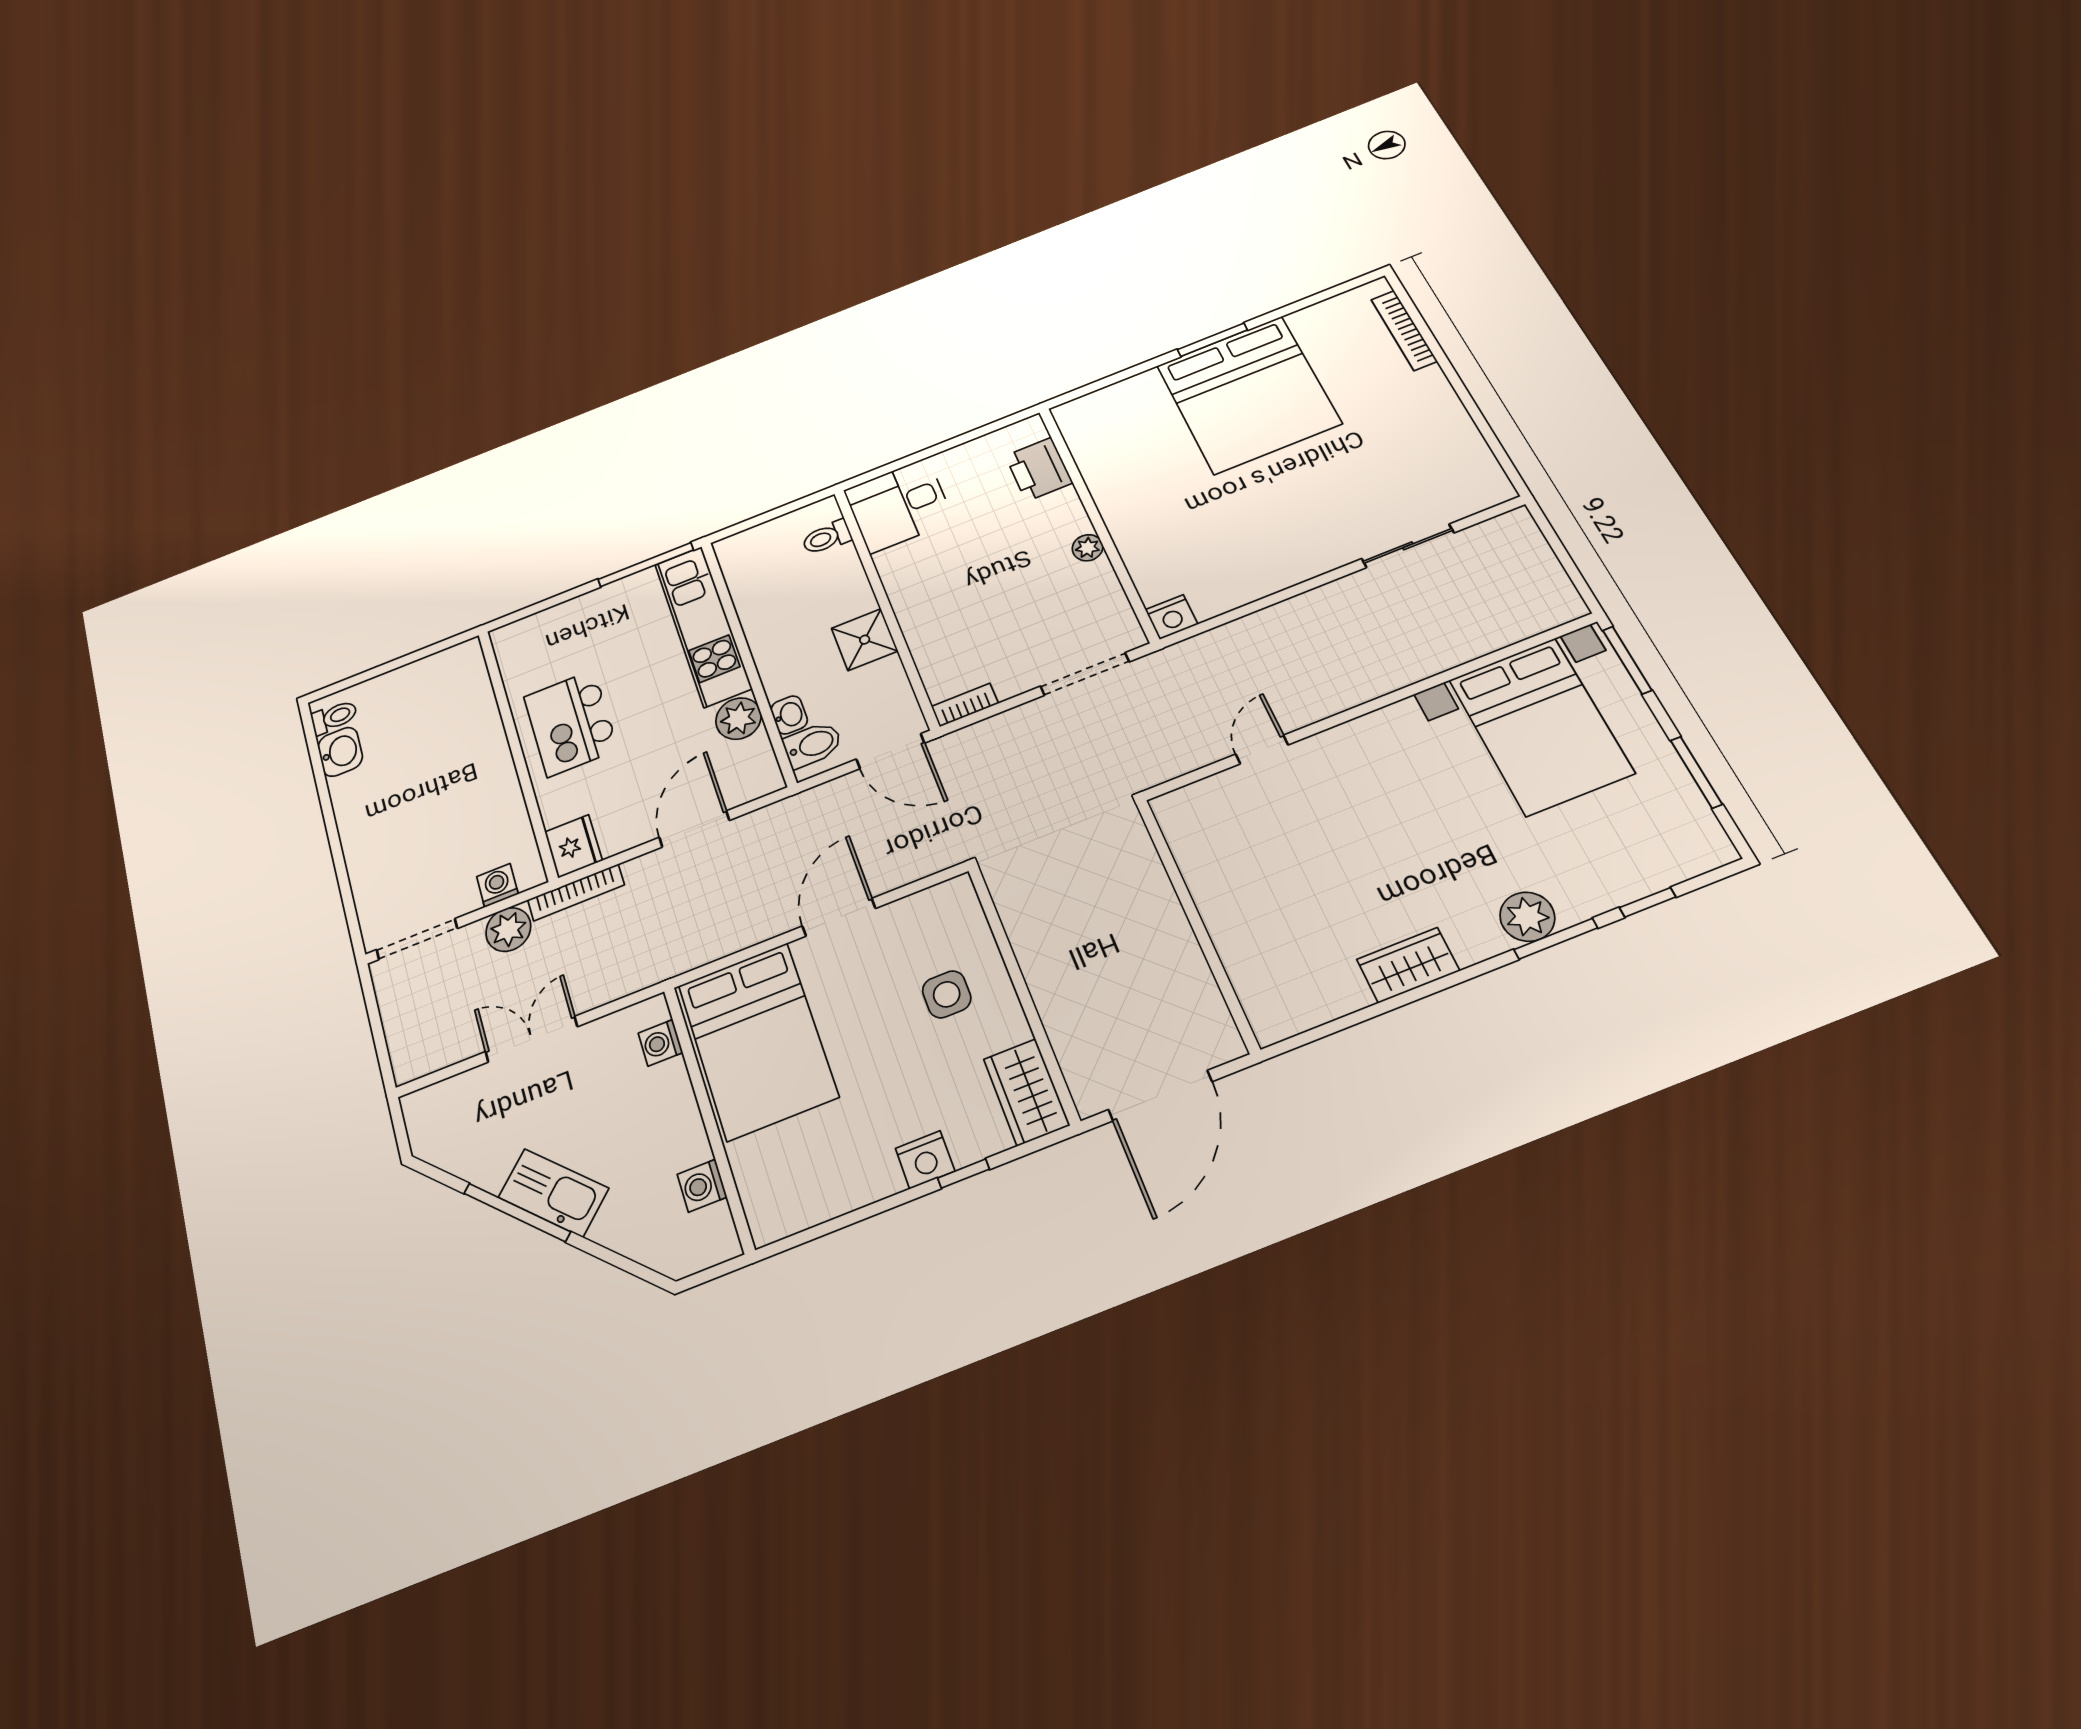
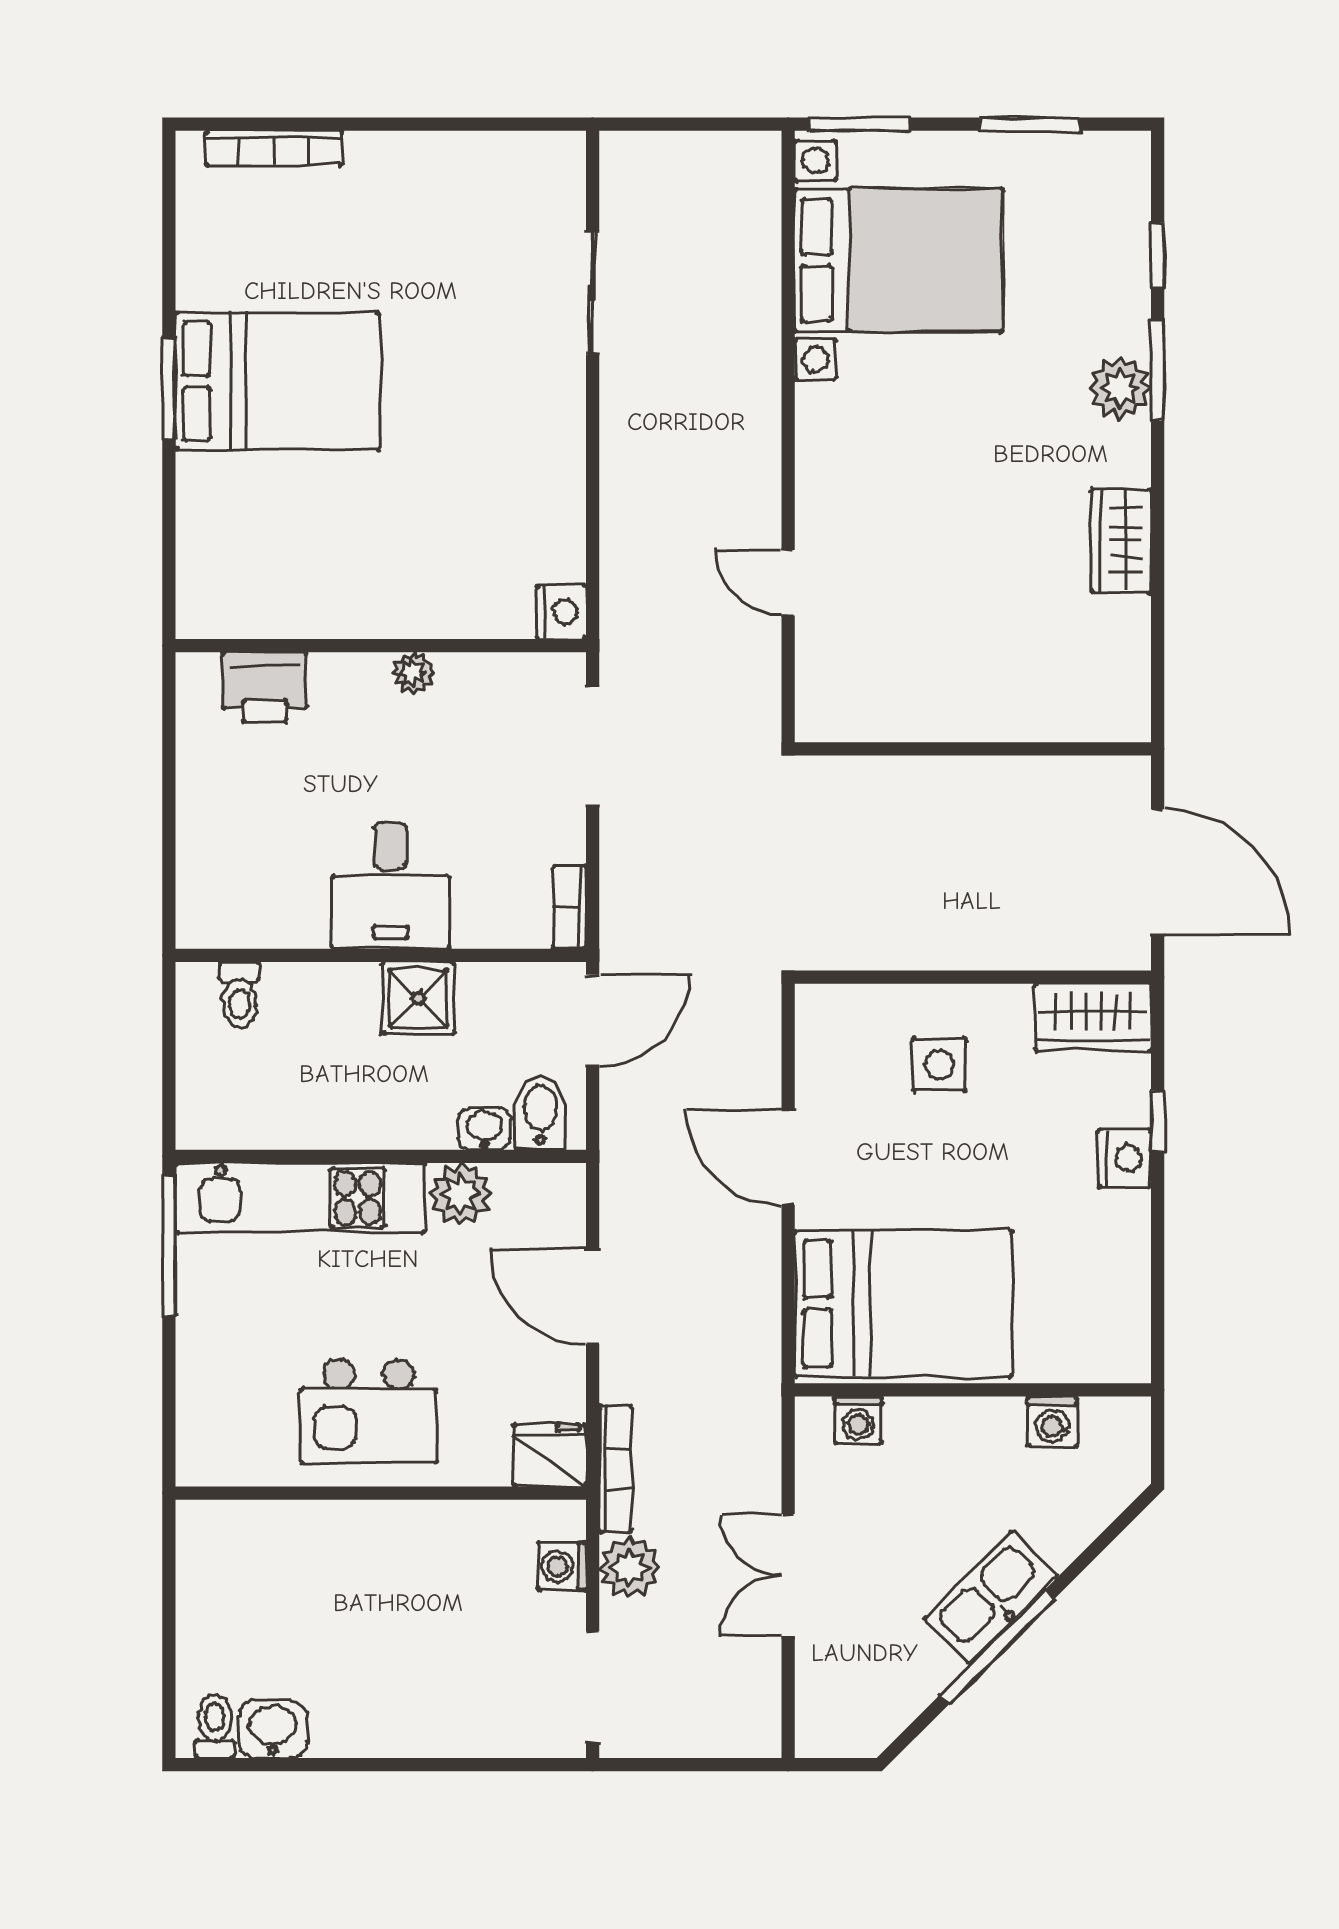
bed: (1248, 394) -> (278, 381), width x0.73
desk: (899, 505) -> (391, 885), moved

